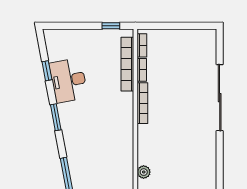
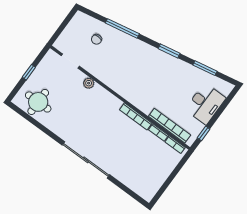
window: (47, 71) -> (205, 68), width x1.50
desk: (68, 80) -> (205, 104), moved, turned 101
sliding door: (220, 98) -> (86, 160), moved

